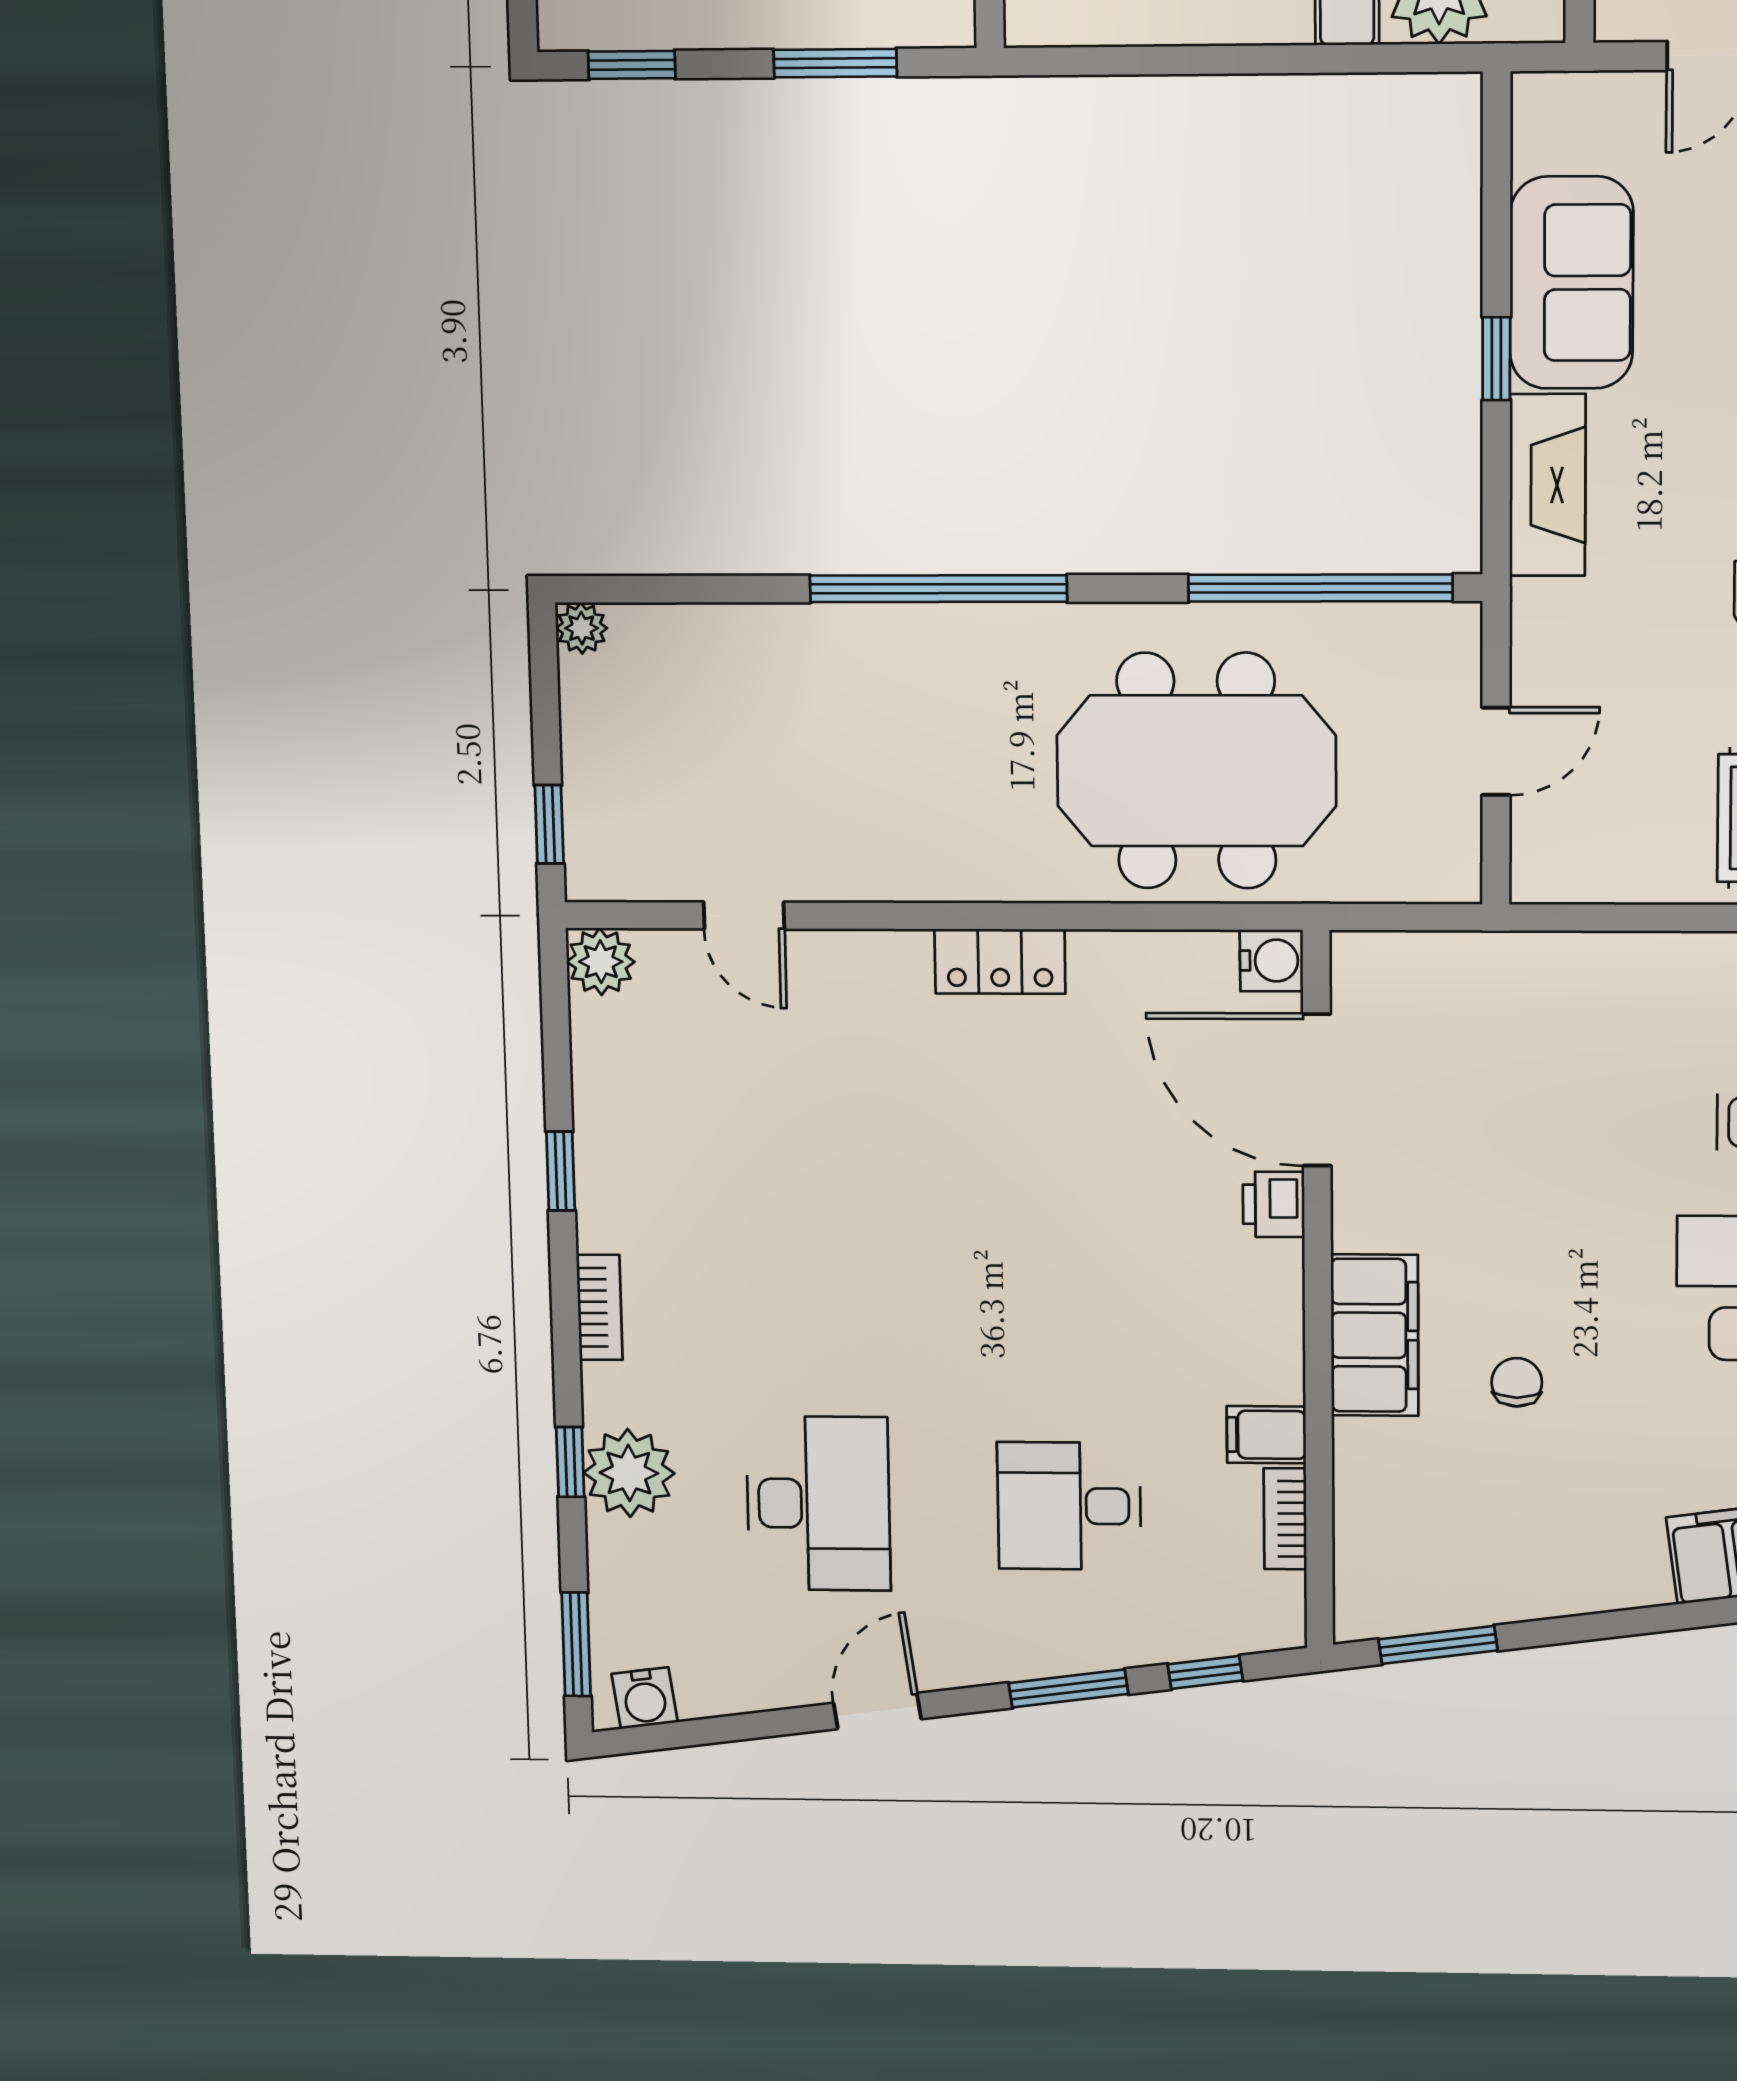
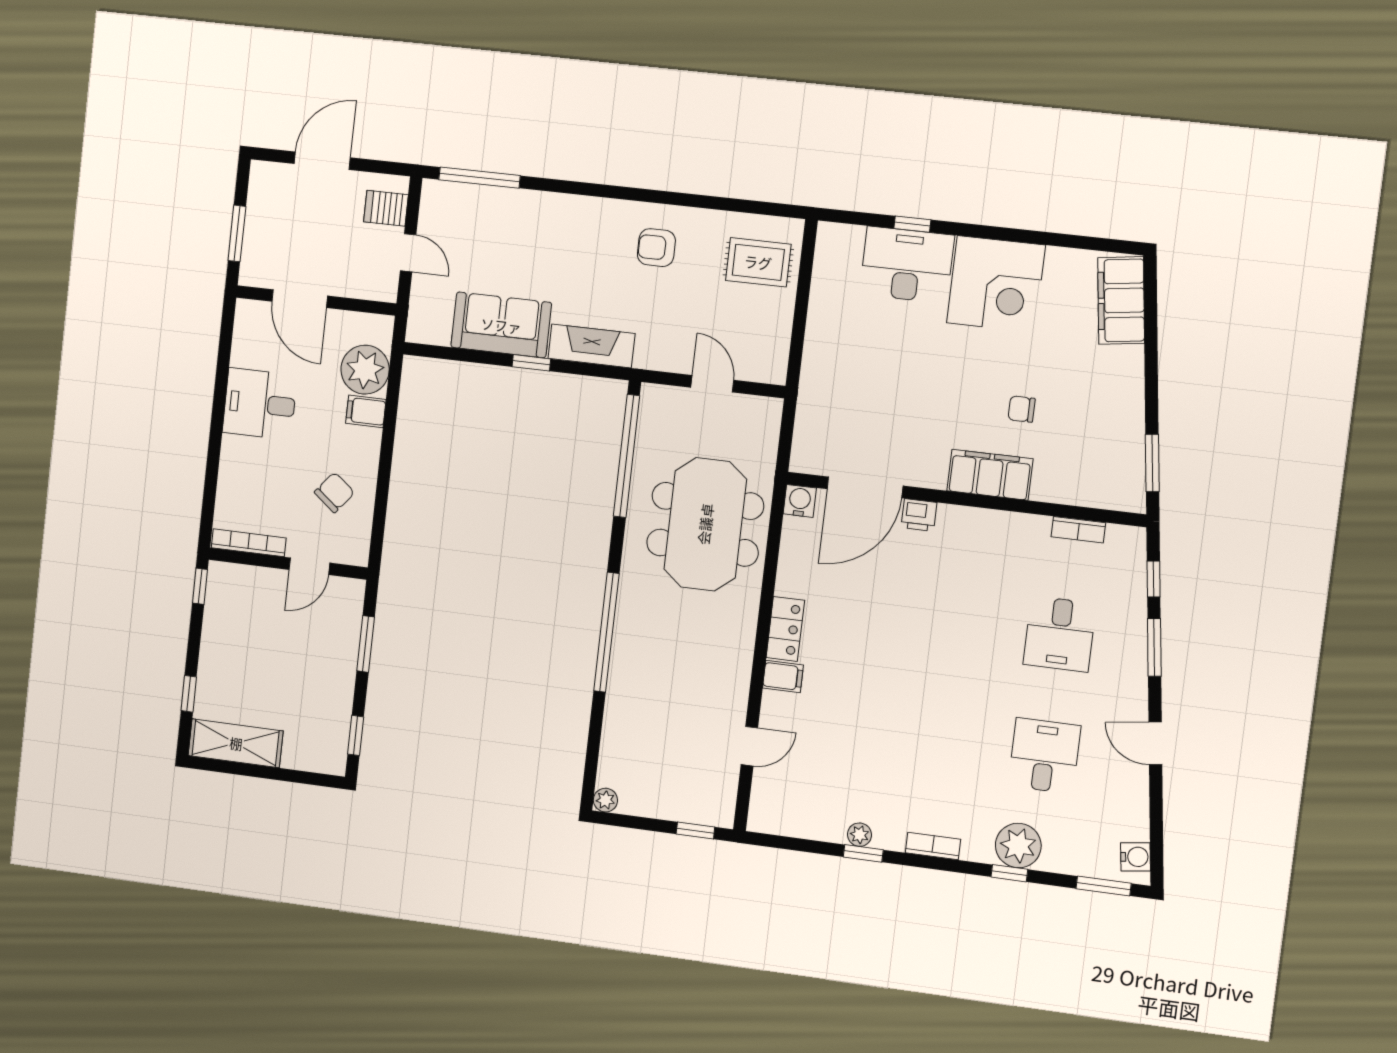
plant: (601, 962) -> (859, 835), moved, width x0.73, depth x0.73
filing cabinet: (1266, 1435) -> (783, 676), moved, turned -90
desk: (818, 1503) -> (1044, 756), width x0.73

